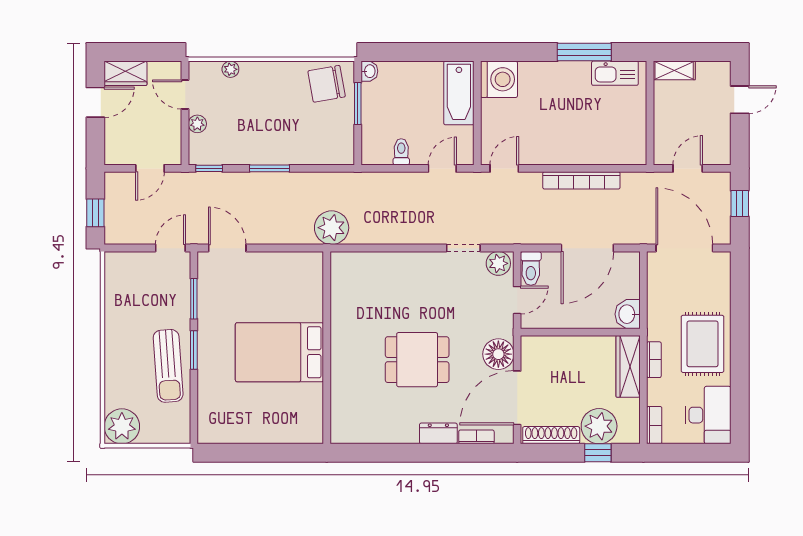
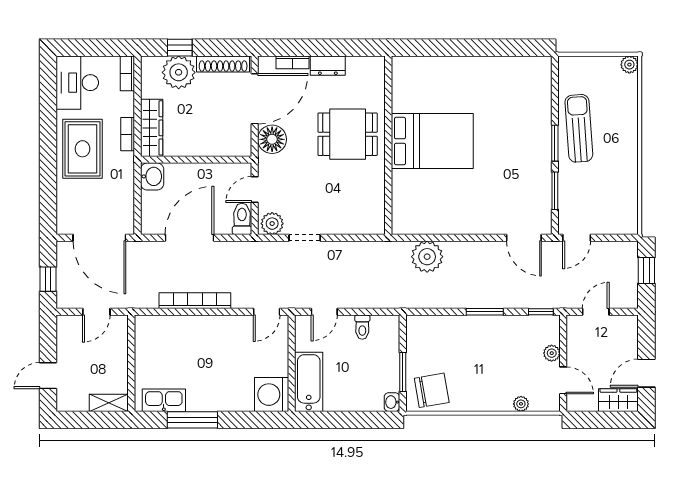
wall: (327, 348) -> (388, 145), moved
bed: (279, 352) -> (432, 141), moved
plant: (122, 426) -> (629, 65), width x0.53, depth x0.53

